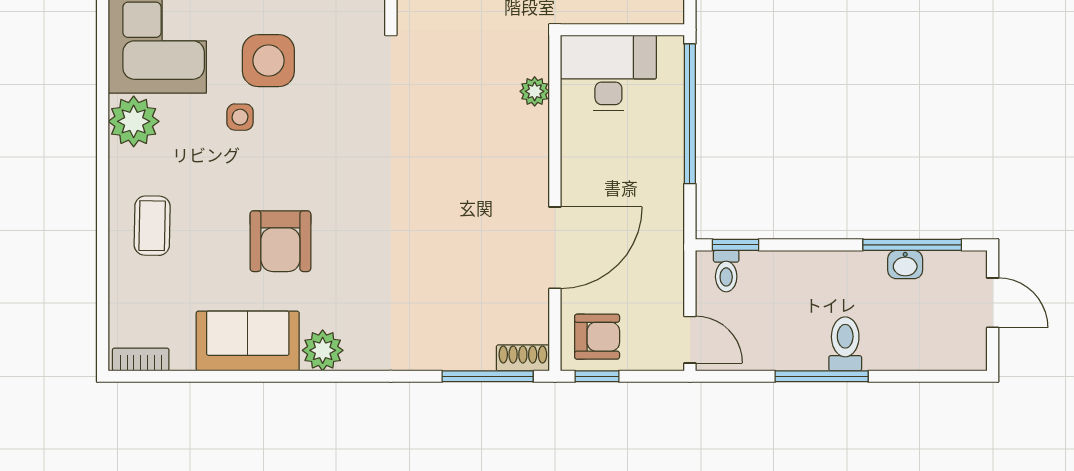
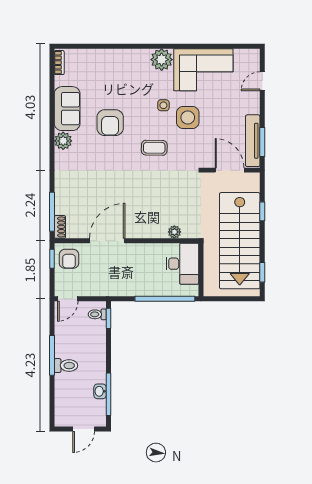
coffee table: (152, 226) -> (154, 148), moved
armchair: (280, 241) -> (110, 123), turned -90
door: (555, 248) -> (107, 241), swing flipped

